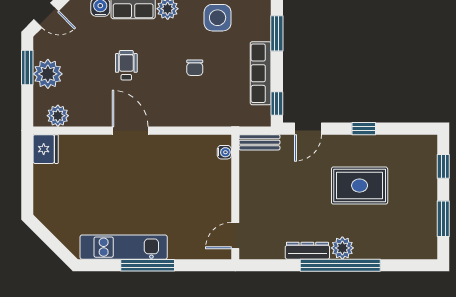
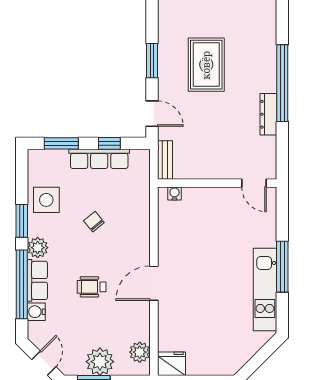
chair: (195, 68) -> (94, 222), turned -129
window: (277, 103) -> (109, 143), moved
window: (364, 129) -> (152, 61), width x1.50
plant: (342, 248) -> (266, 81), removed

